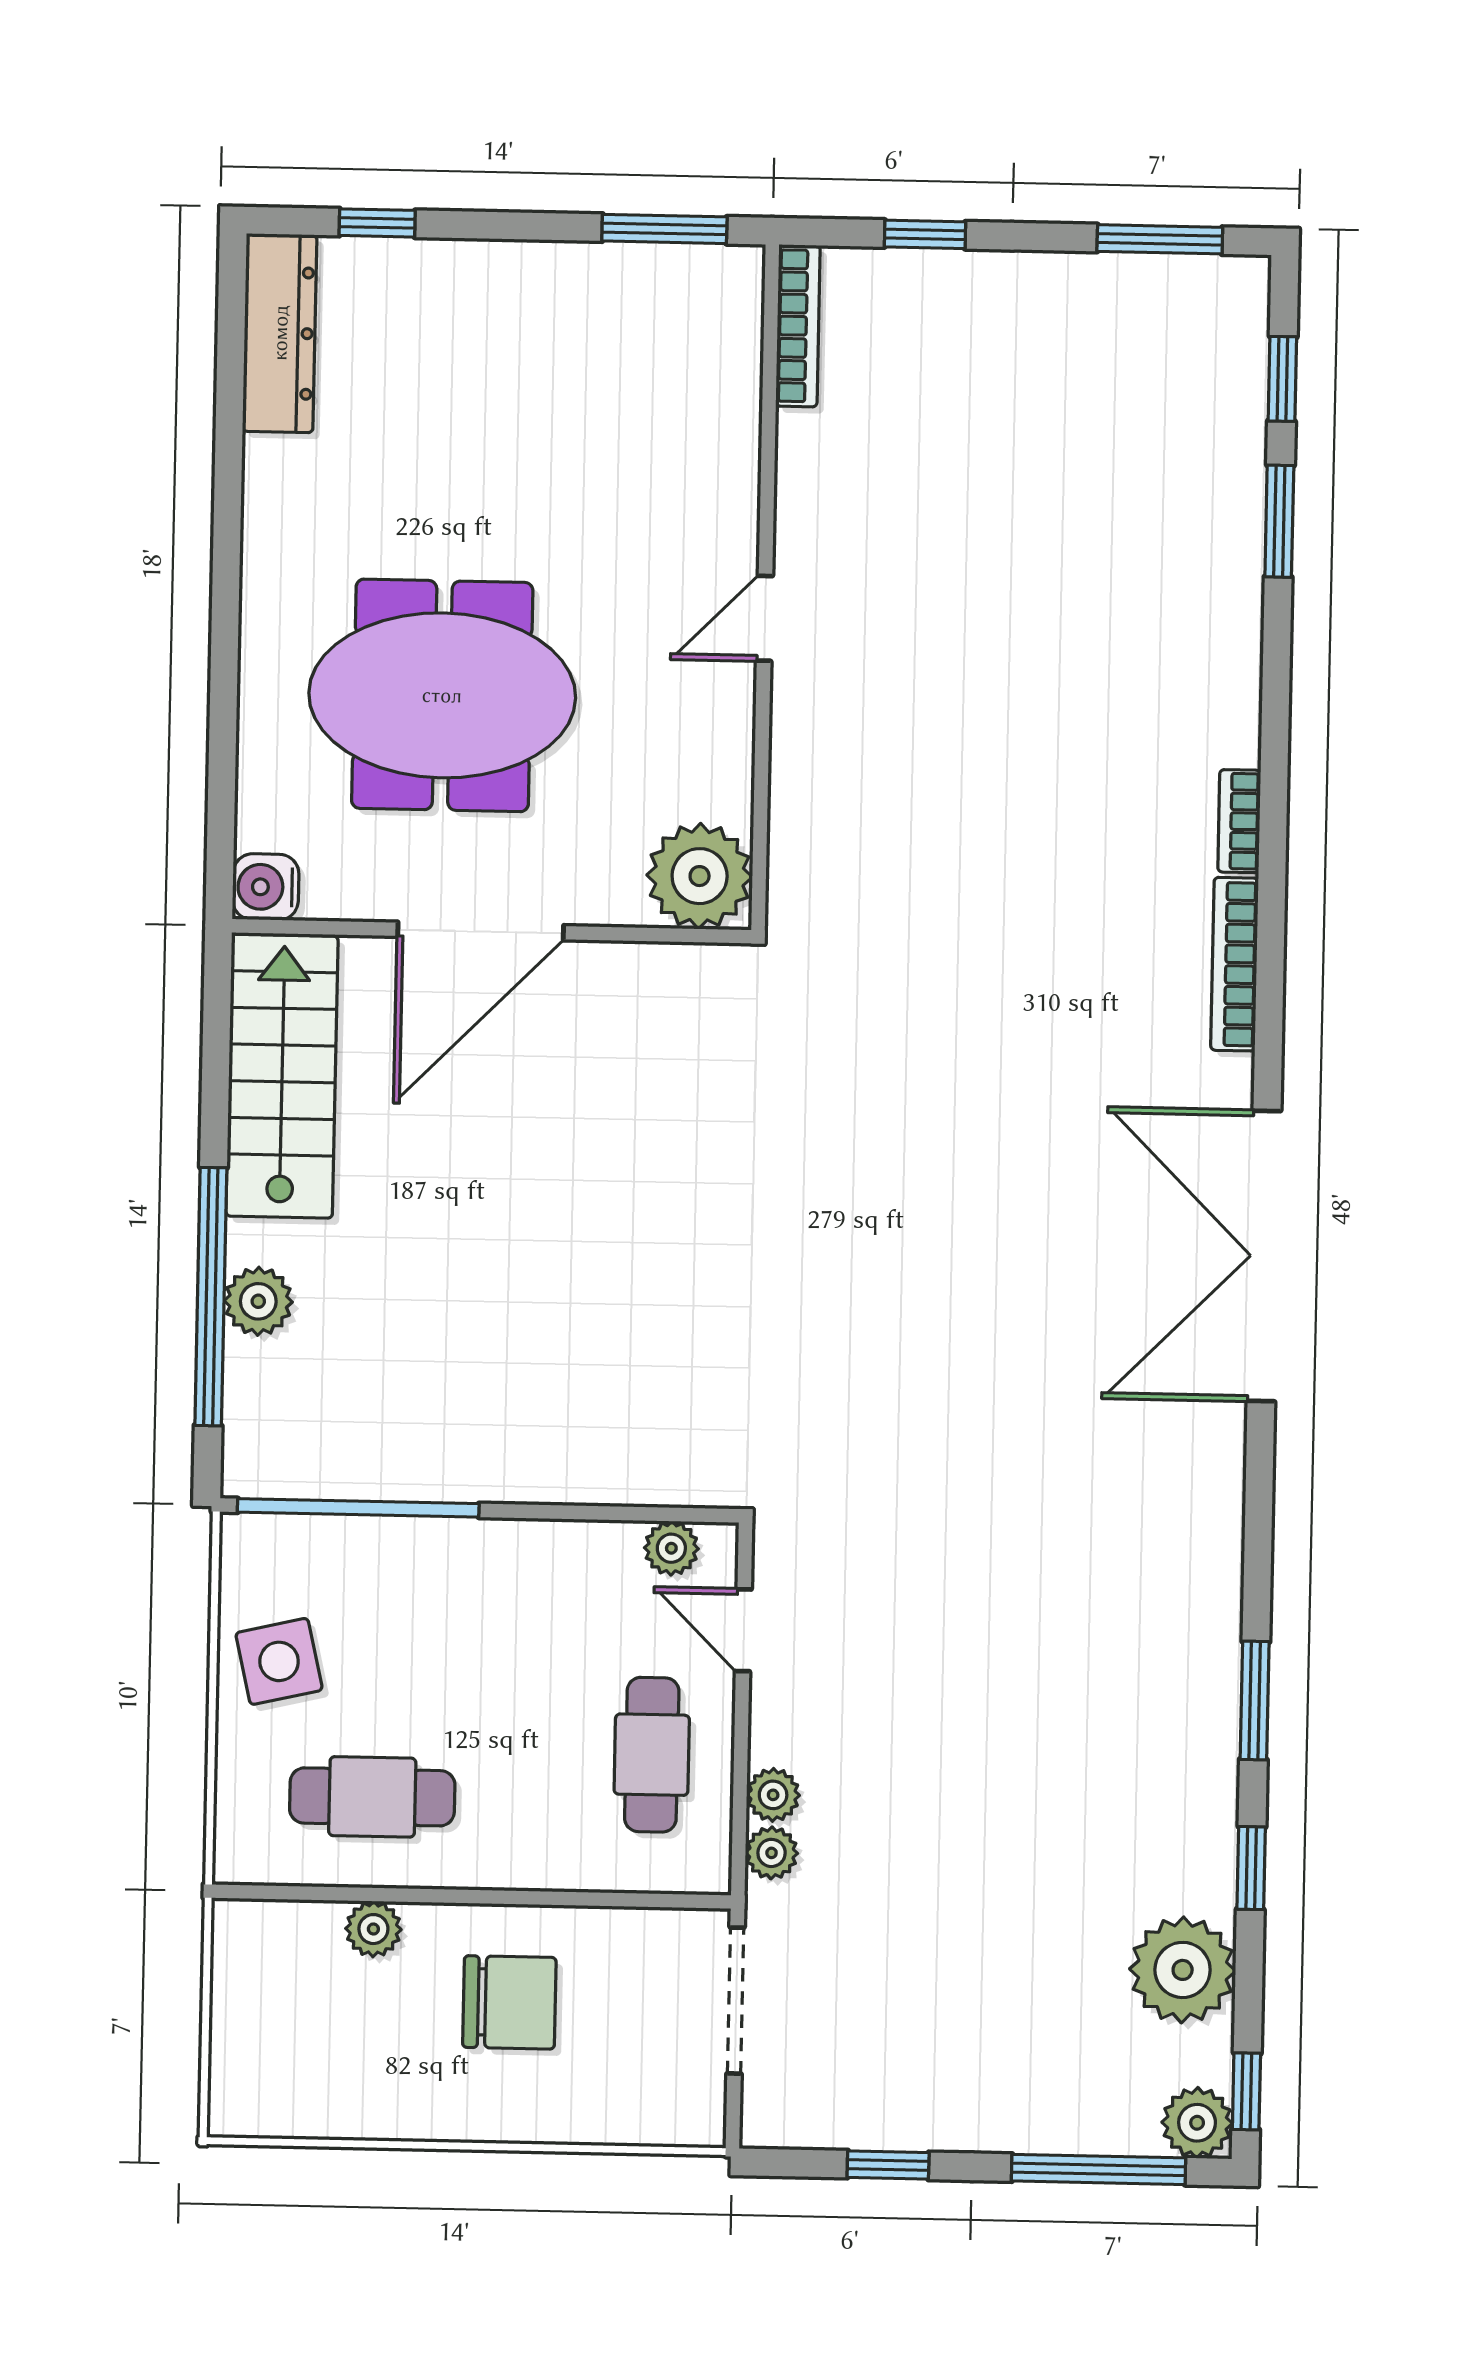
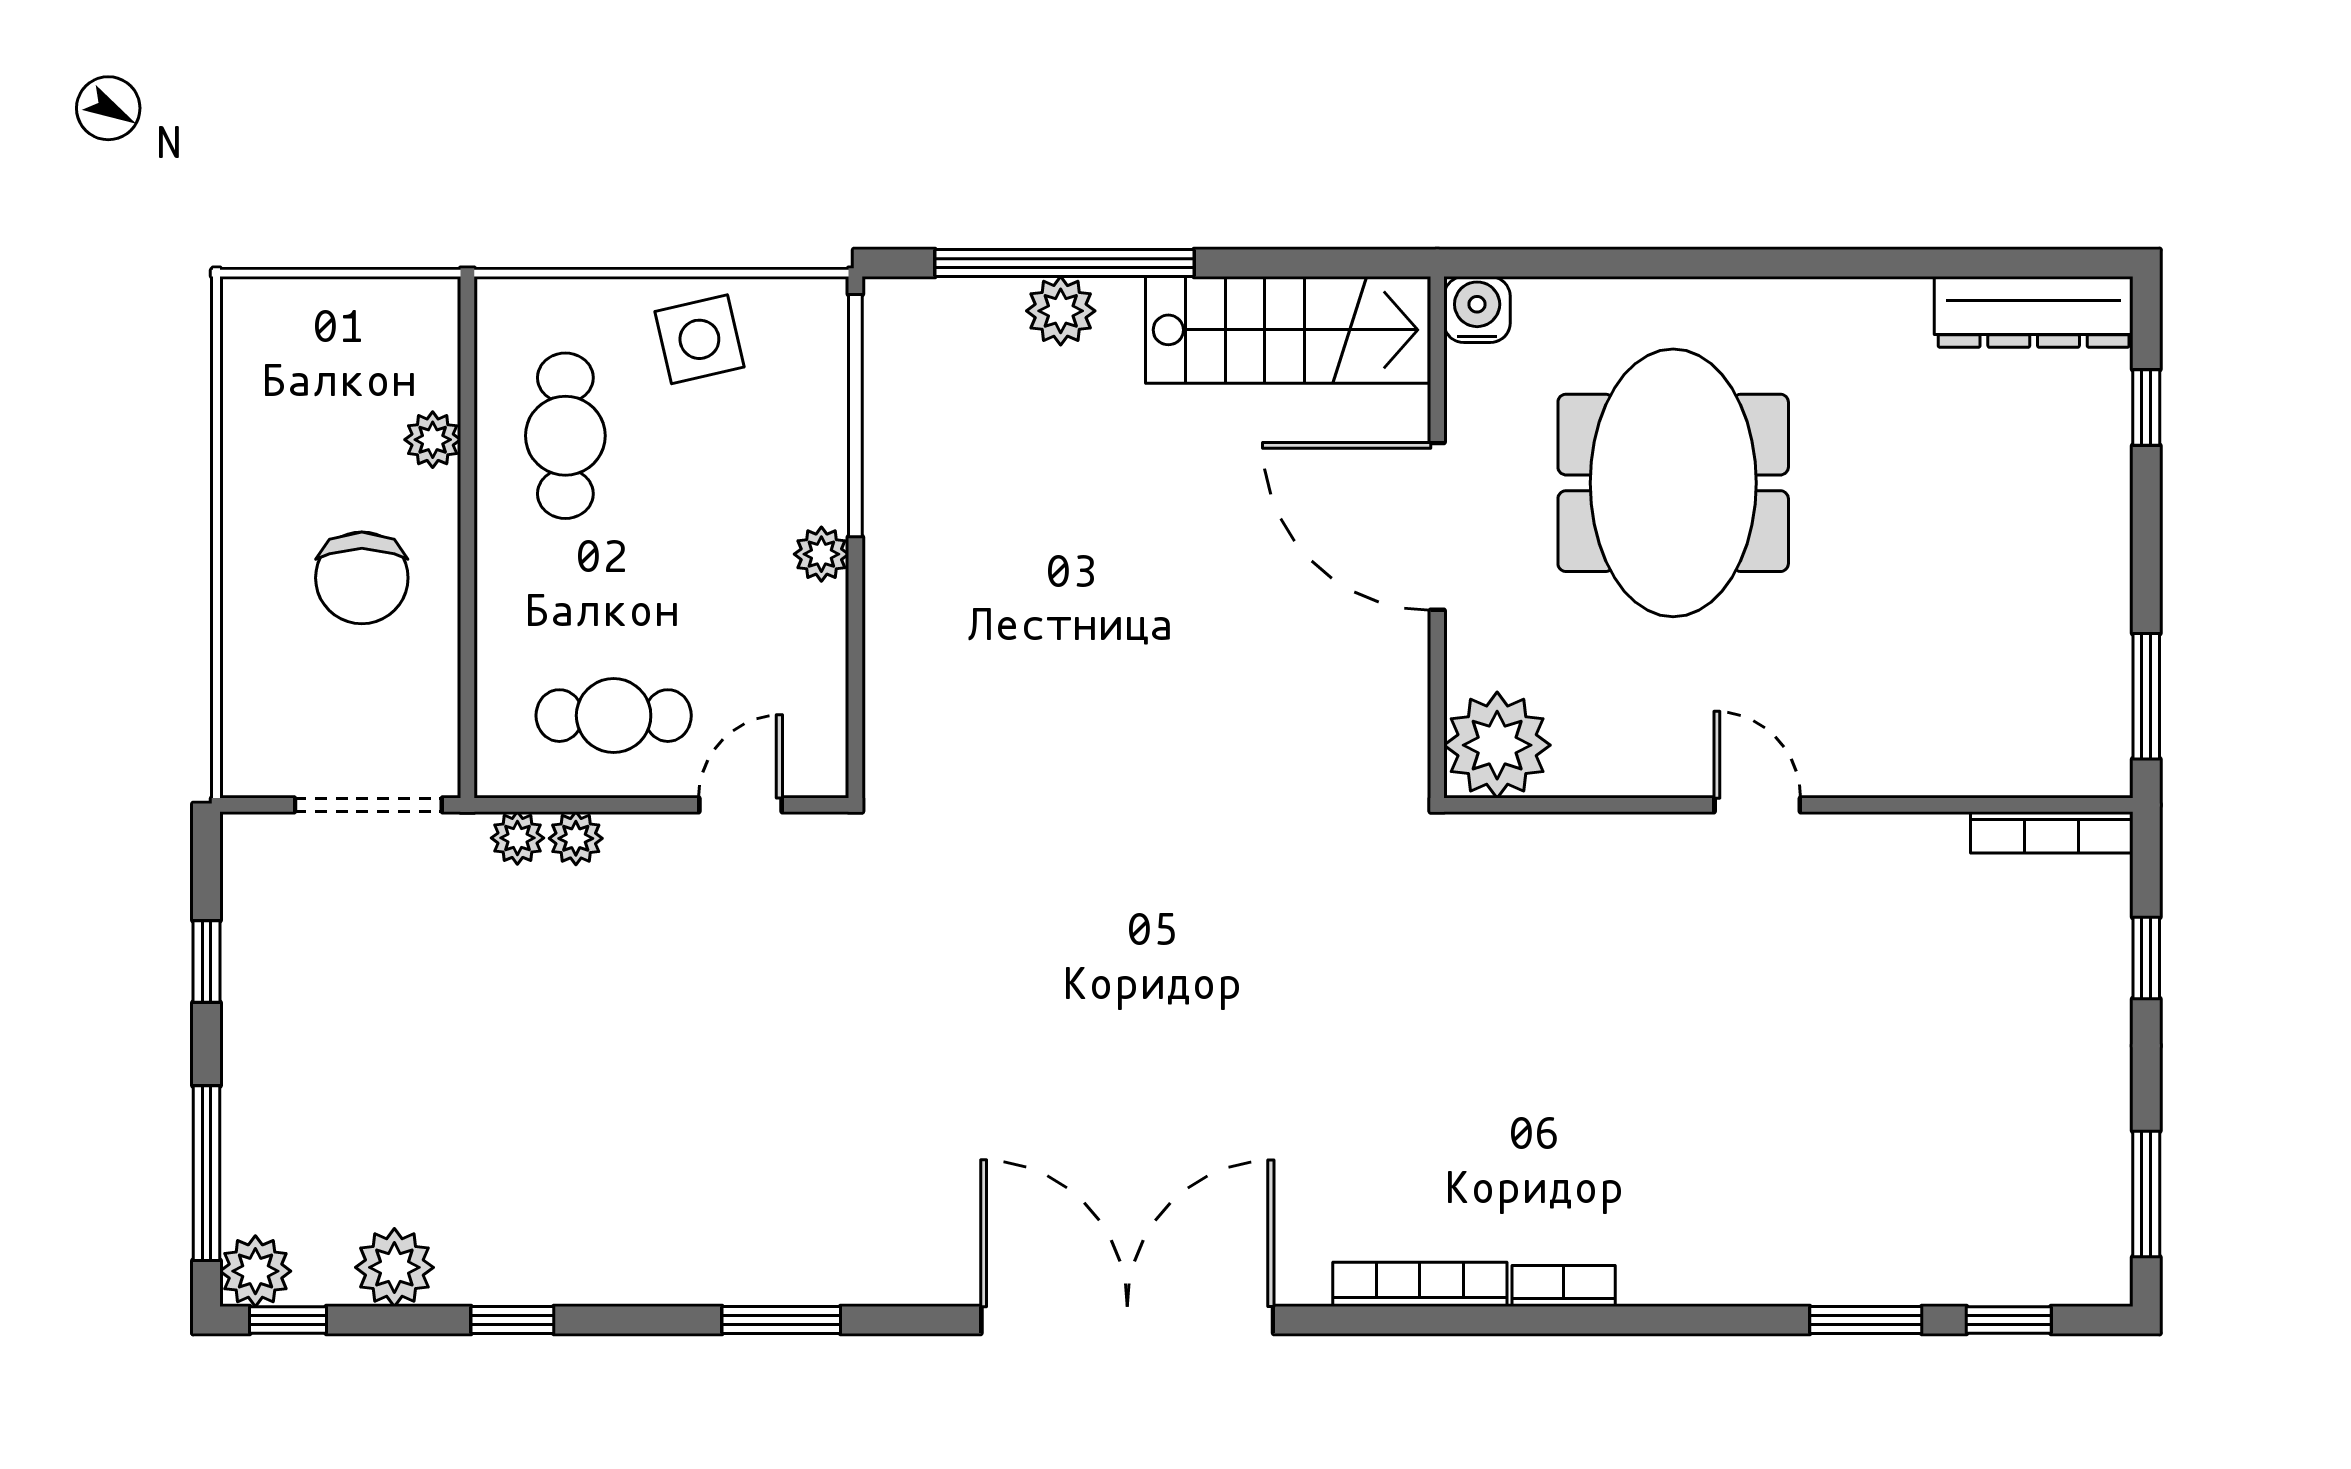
plant: (671, 1548) -> (821, 554), moved
window: (1255, 1701) -> (781, 1320), moved
plant: (1183, 1970) -> (394, 1267), width x0.73, depth x0.73

